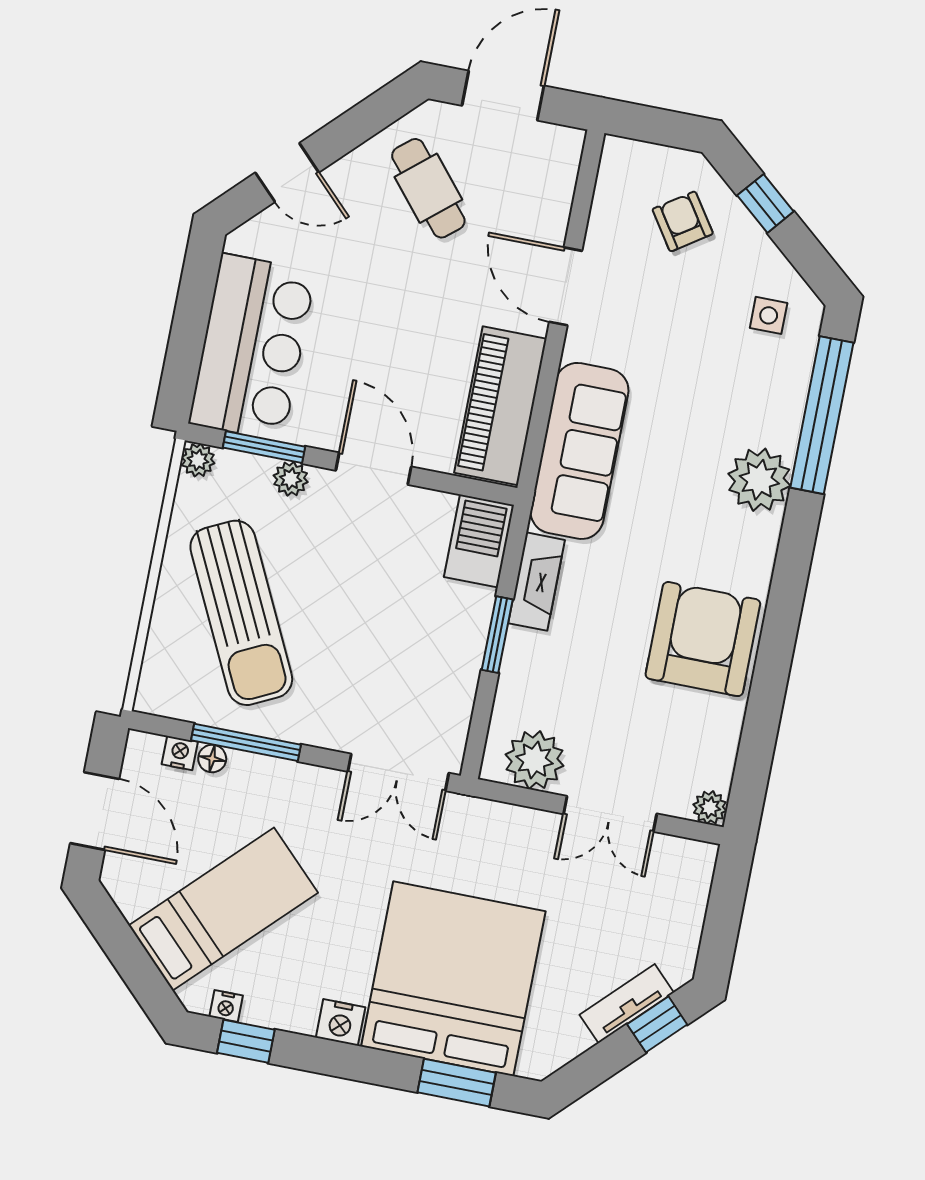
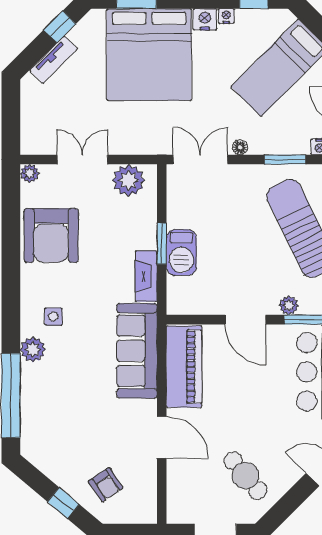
side table: (769, 315) -> (53, 317), moved
plant: (759, 480) -> (33, 350), width x0.73, depth x0.73
barbecue: (479, 541) -> (181, 252), moved
armchair: (703, 639) -> (51, 235), moved
window: (246, 742) -> (285, 159), width x0.69
floor lamp: (212, 759) -> (240, 147), moved
nightstand: (226, 1006) -> (226, 16), moved
window: (657, 1024) -> (60, 27), moved

